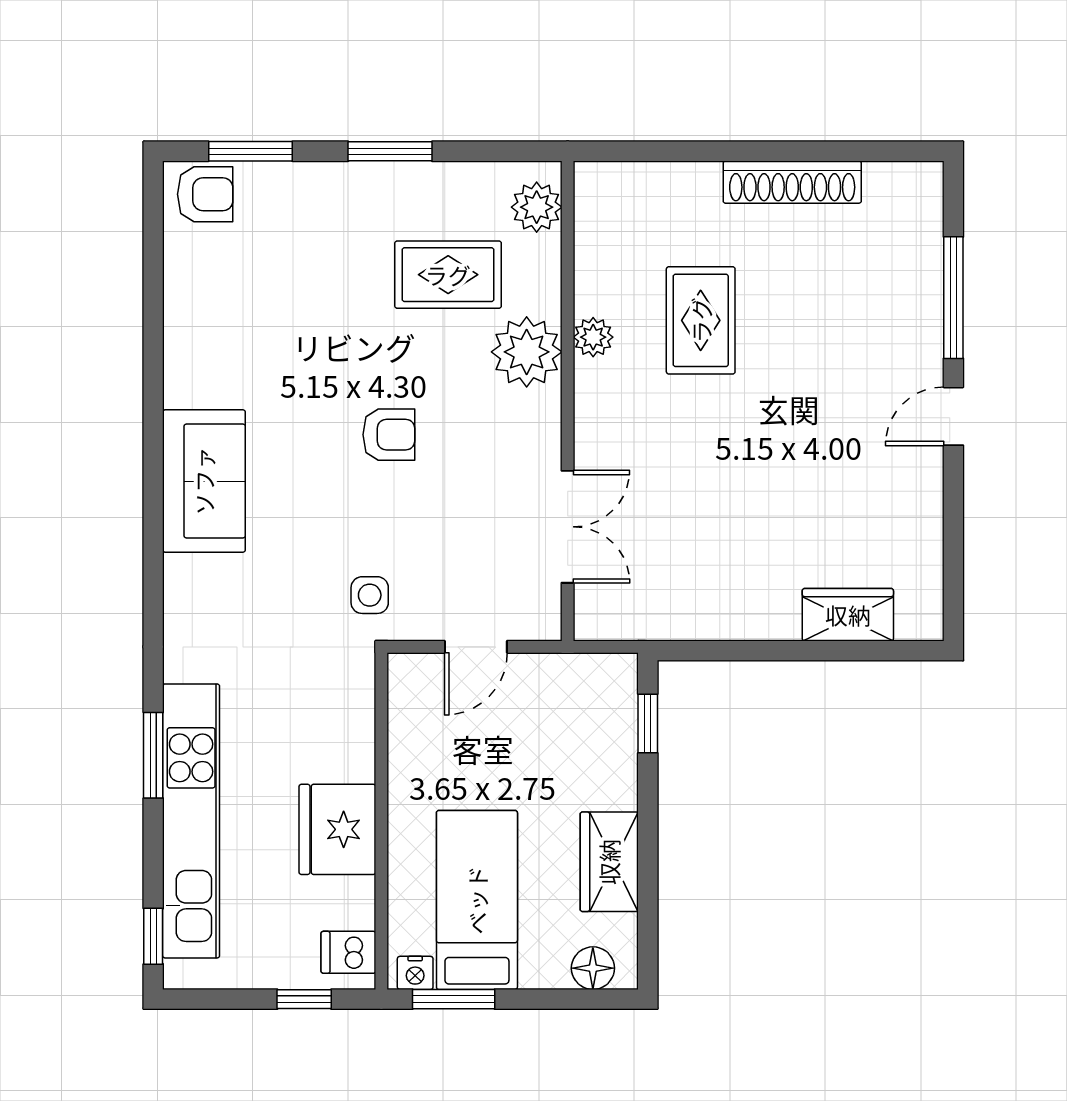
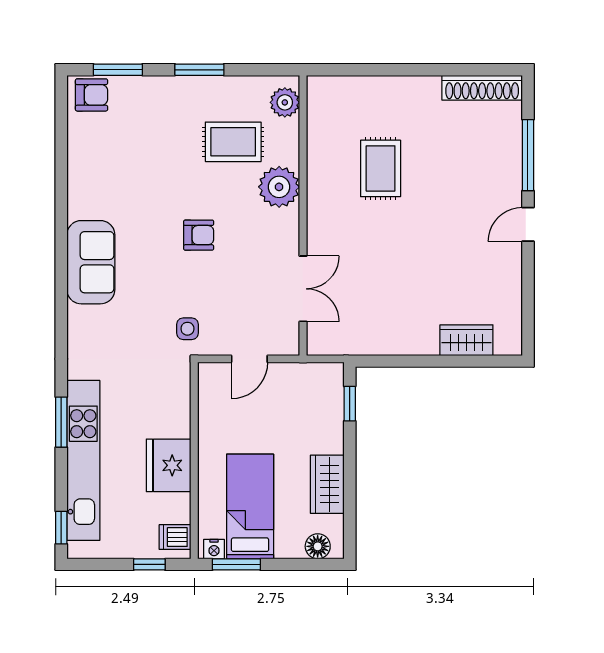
shoe rack: (792, 182) -> (482, 88), moved
plant: (593, 337) -> (318, 178), removed

